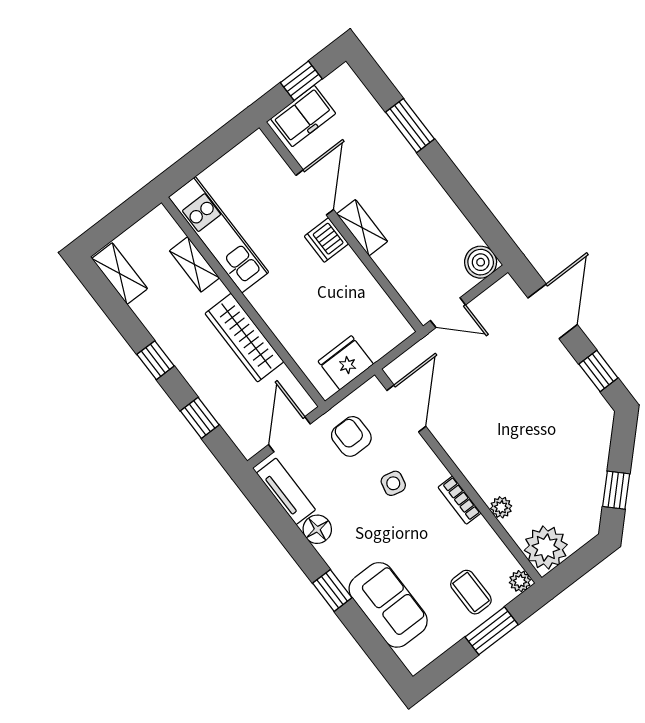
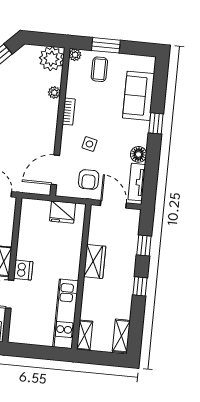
shelving: (194, 264) -> (85, 335), moved
wardrobe: (244, 338) -> (95, 261), width x0.67
door: (289, 434) -> (113, 204), swing flipped

